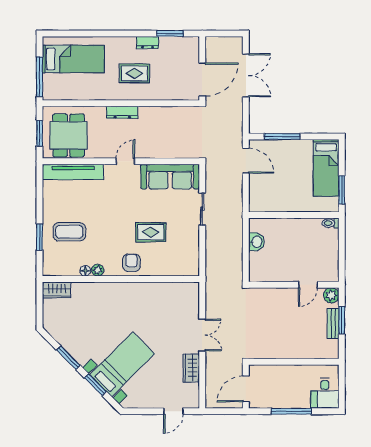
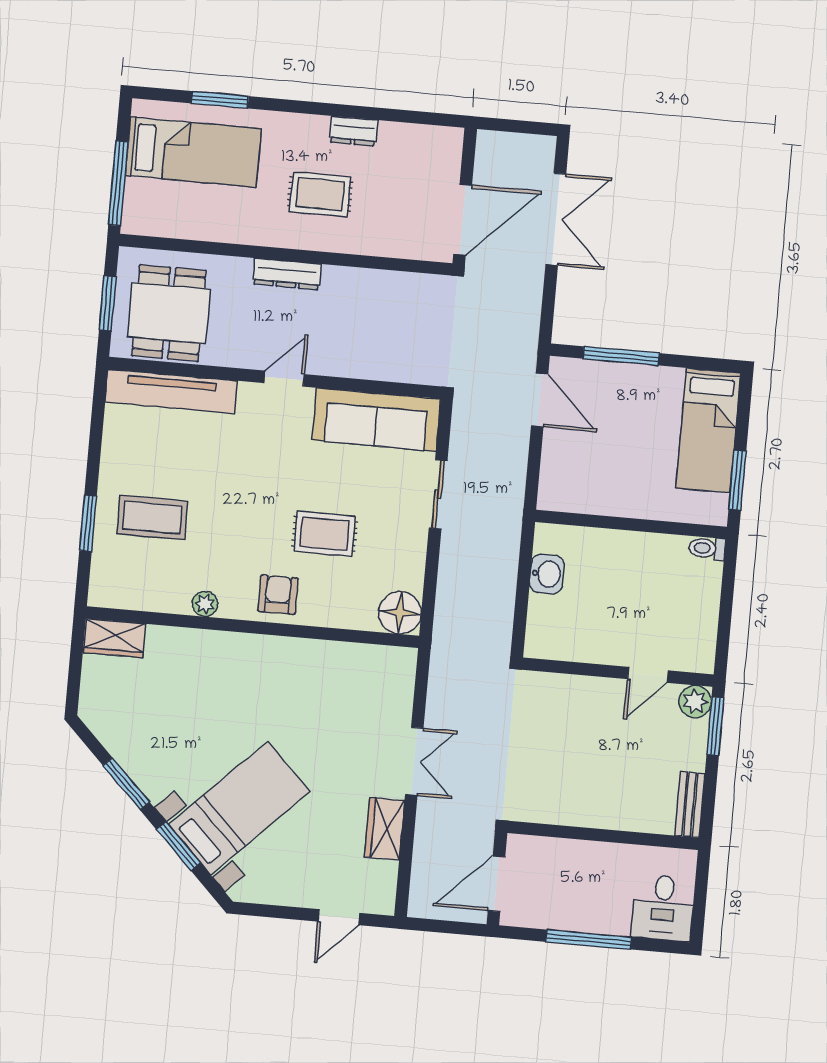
window: (170, 33) -> (220, 100), moved
floor lamp: (85, 271) -> (400, 613), moved, width x1.89, depth x1.89
window: (342, 320) -> (715, 726), moved
bench: (333, 323) -> (690, 805), moved

